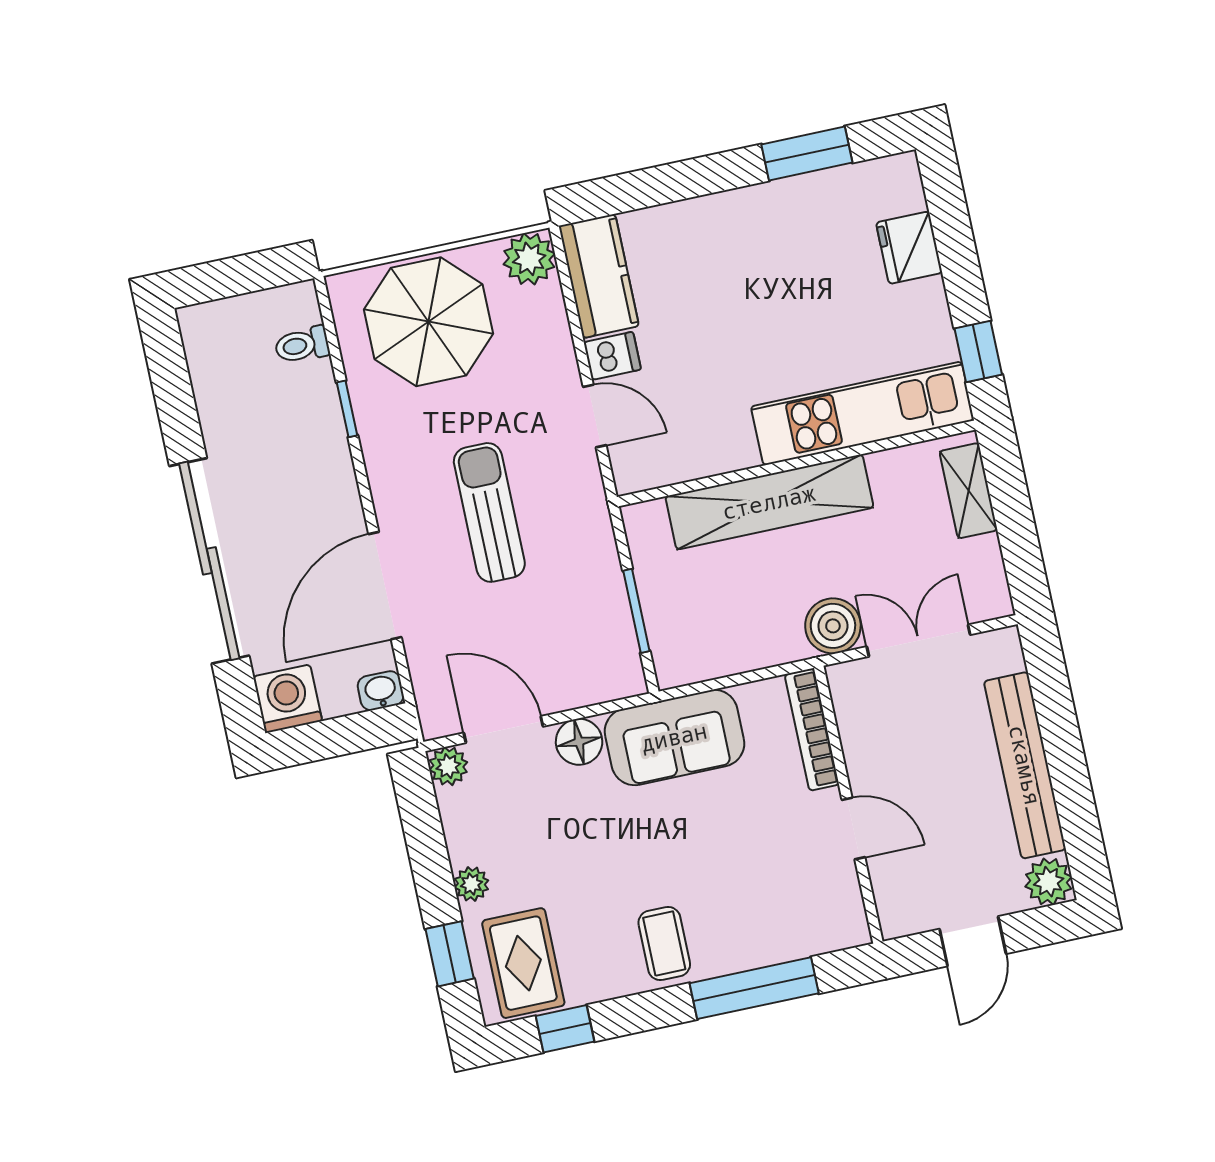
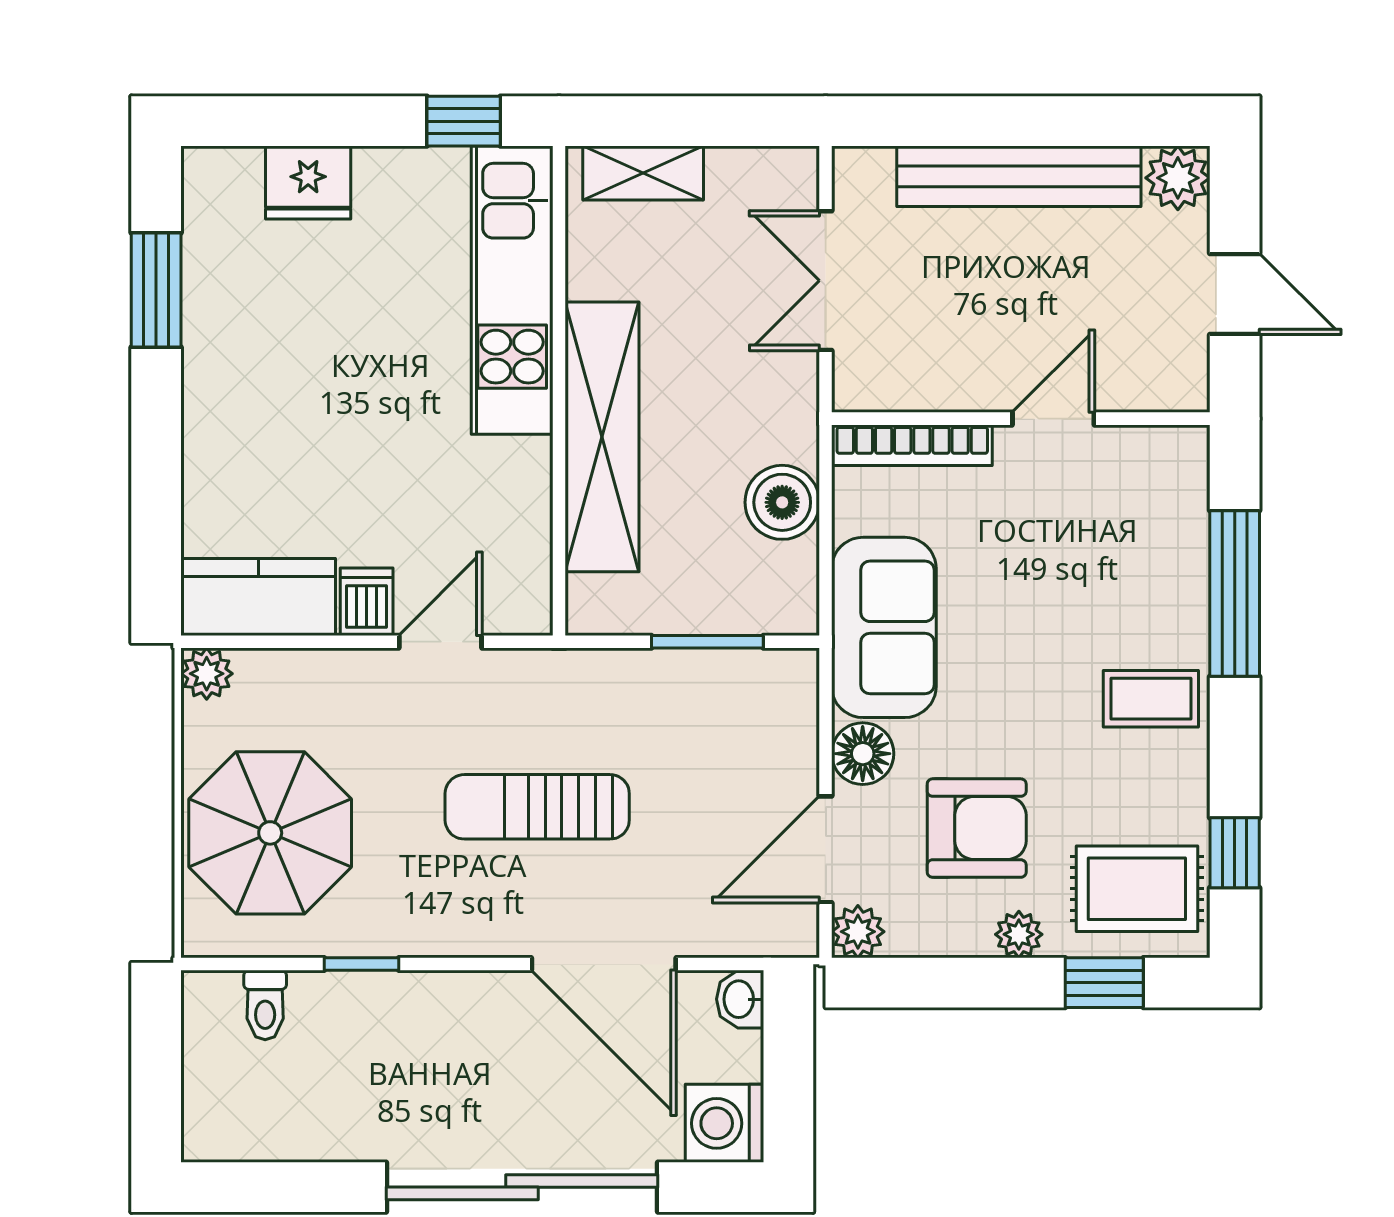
plant: (529, 259) -> (207, 674), width x0.73, depth x0.73
boiler: (833, 626) -> (782, 502), moved
armchair: (543, 837) -> (977, 828), added

